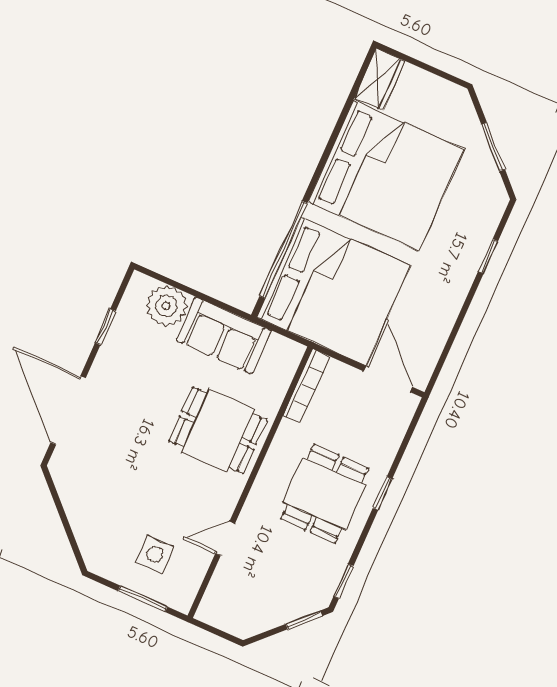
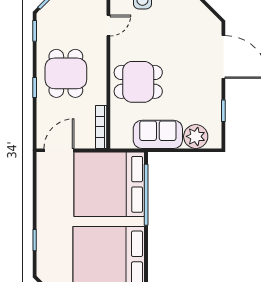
door: (388, 379) -> (59, 150), swing flipped

